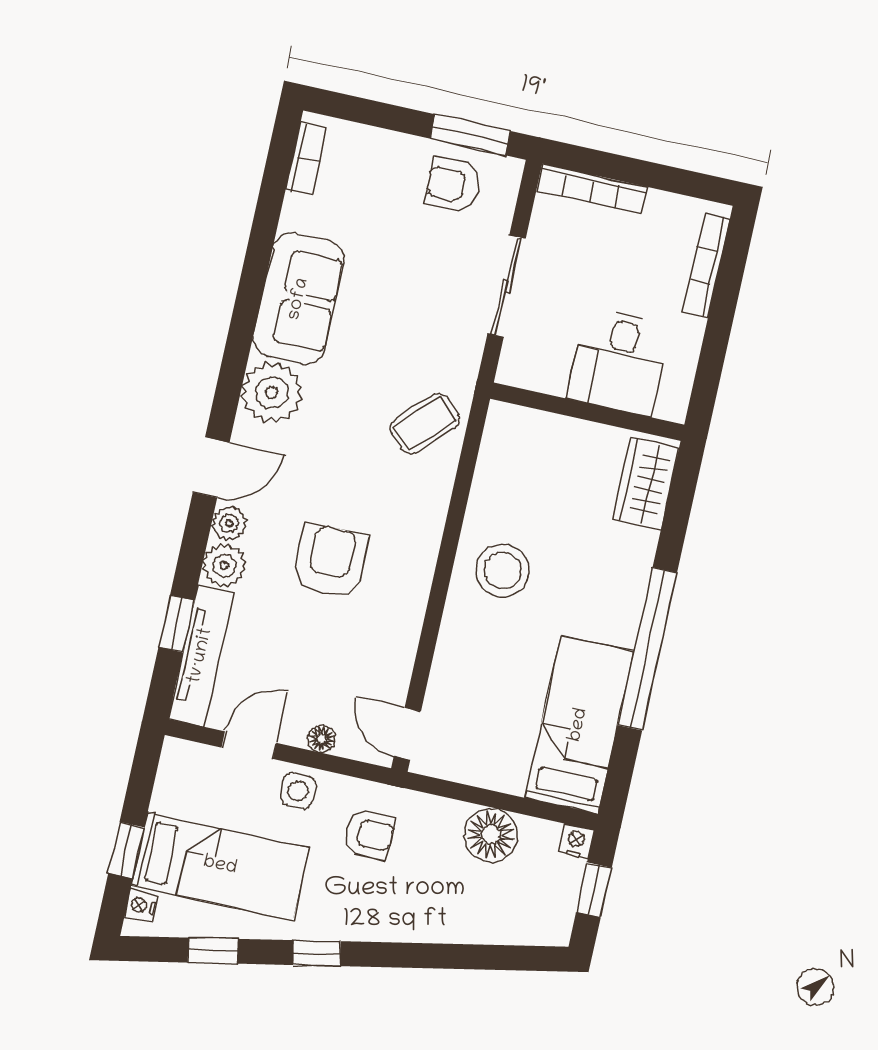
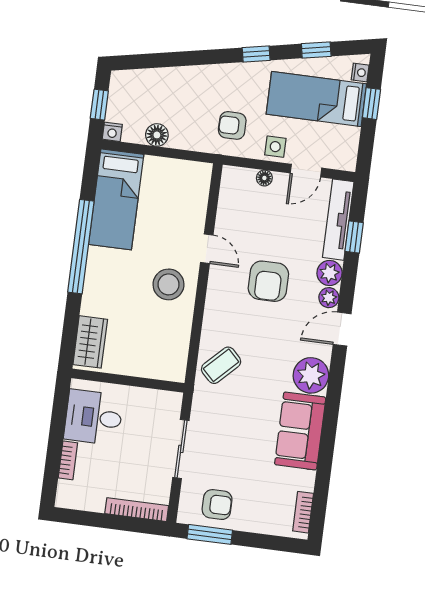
bookcase: (706, 266) -> (68, 460), width x0.64
desk: (619, 362) -> (94, 417), moved, turned -90
door: (407, 734) -> (207, 249), moved
floor lamp: (491, 835) -> (157, 135), width x0.73, depth x0.73

